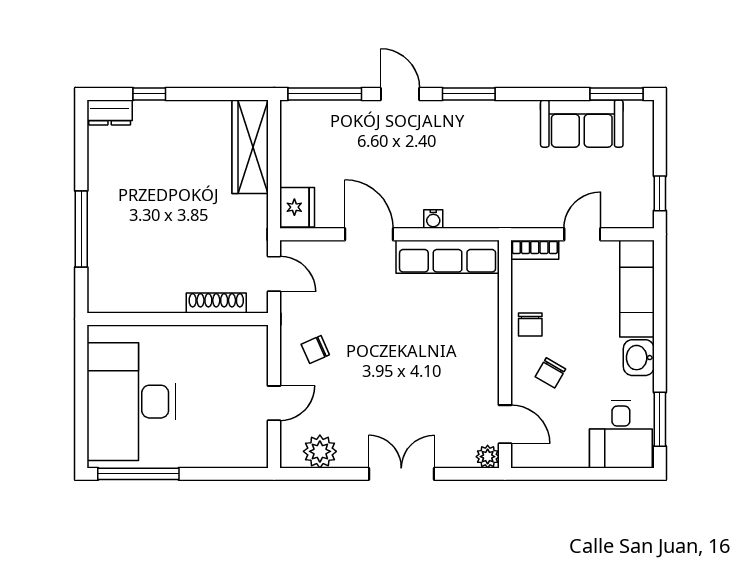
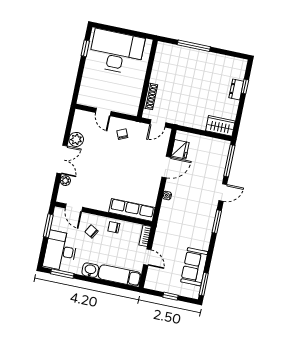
dresser: (110, 113) -> (236, 89), moved
wardrobe: (250, 147) -> (220, 126), width x0.67
window: (660, 193) -> (170, 296), moved
fridge: (297, 207) -> (180, 149), moved, turned -90
row of seats: (448, 257) -> (132, 210), moved, turned 90
door: (505, 424) -> (74, 208), hinge flipped
desk: (621, 434) -> (60, 251), width x1.37
plant: (320, 451) -> (76, 139), moved
plant: (488, 457) -> (65, 181), moved
window: (138, 474) -> (85, 48), width x0.46
window: (558, 474) -> (48, 226), added

